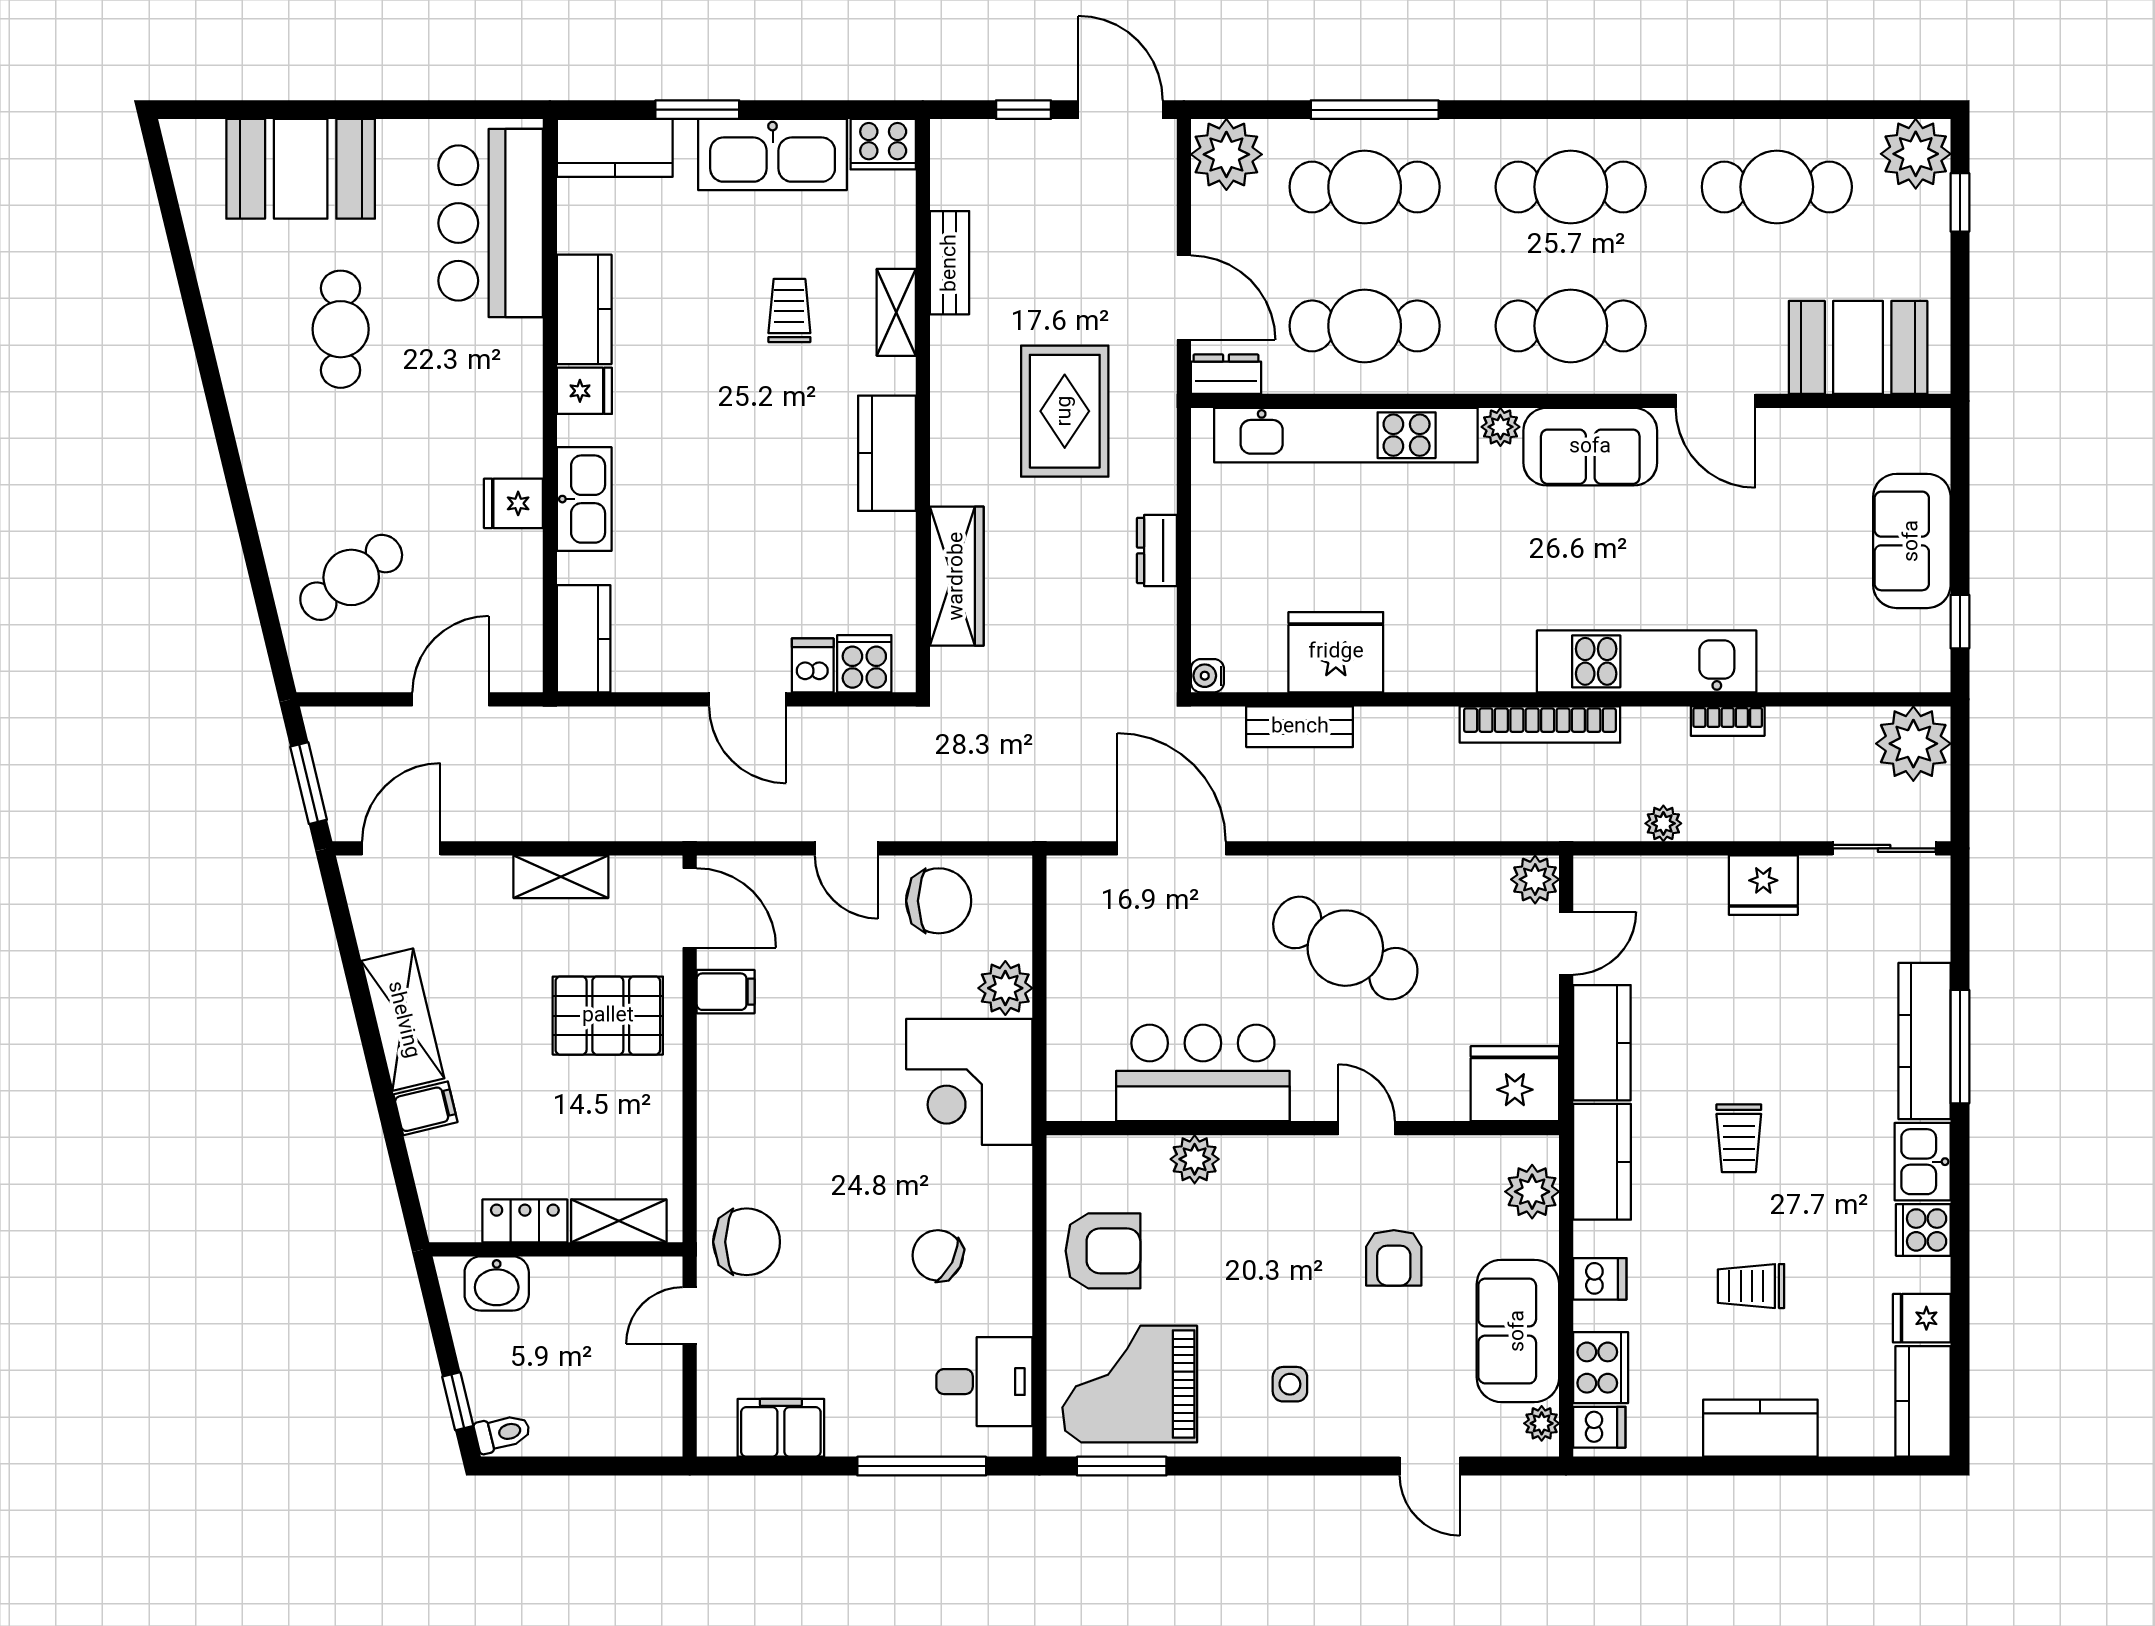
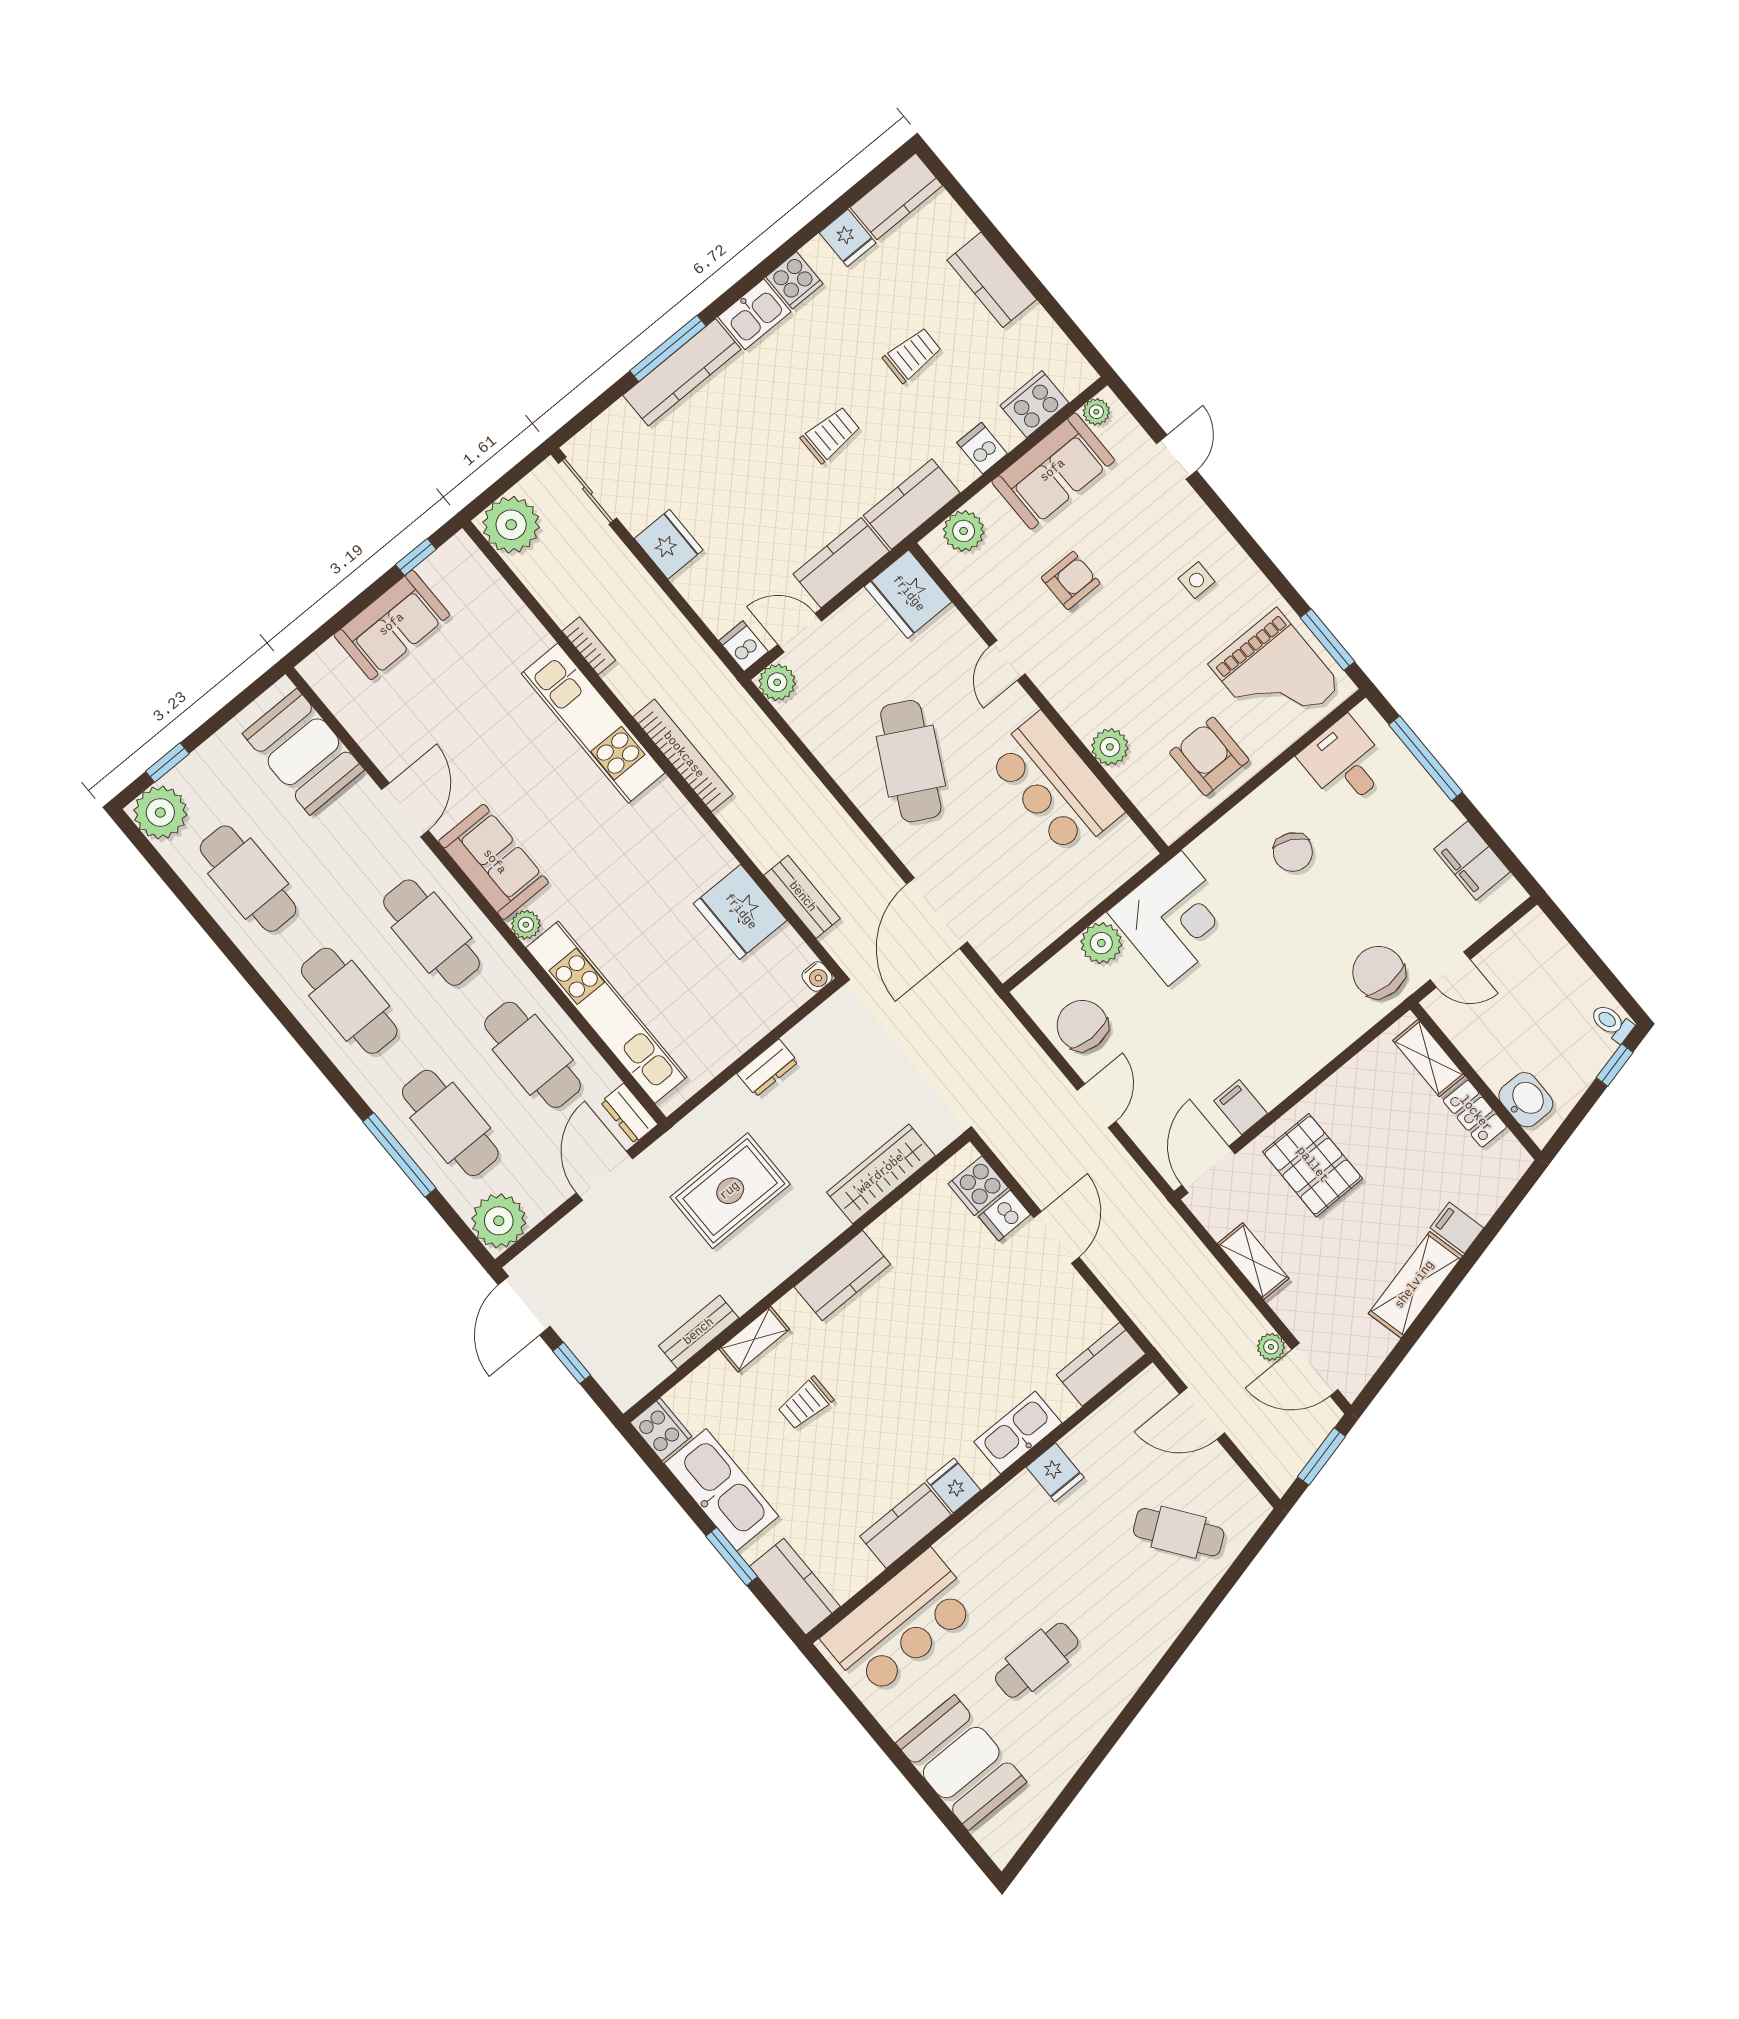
plant: (1663, 823) -> (1271, 1347), moved
trolley: (1751, 1286) -> (912, 355), turned -89
dishwasher: (1599, 1427) -> (743, 646), moved

